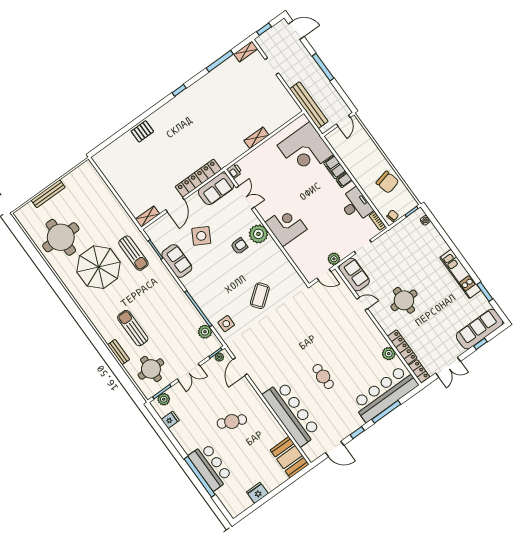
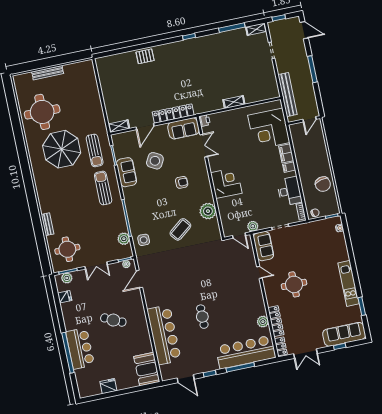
plant: (258, 234) -> (208, 211), moved
sun lounger: (133, 328) -> (103, 188), moved

